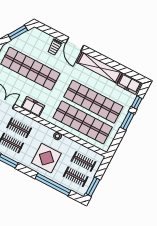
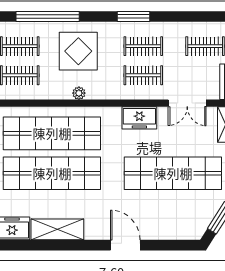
trolley: (55, 47) -> (153, 225), removed
shelving: (100, 68) -> (57, 229), width x0.68

